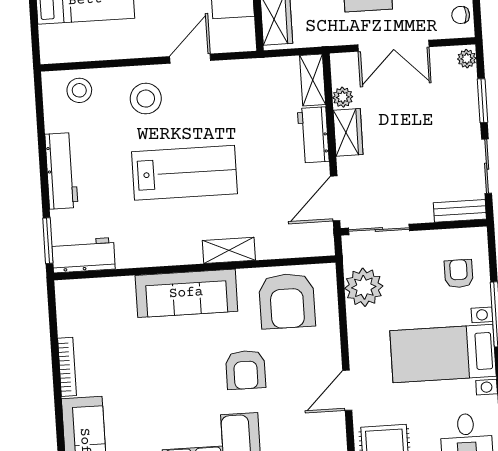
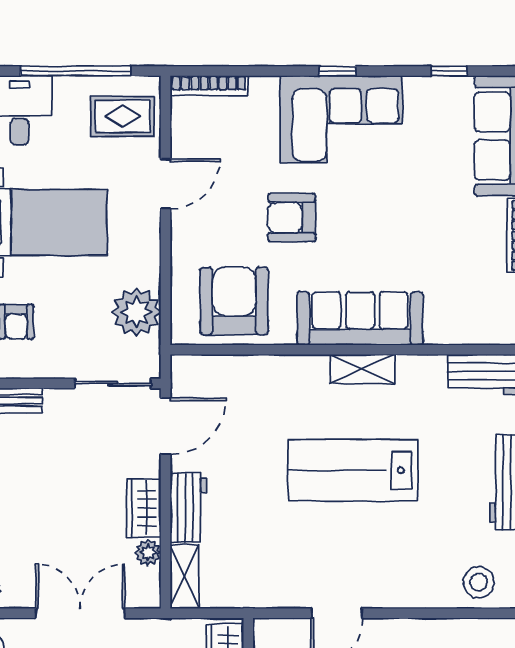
stool: (146, 99) -> (396, 567), removed
shelving: (229, 250) -> (362, 369), moved
armchair: (246, 370) -> (292, 218), turned -90

